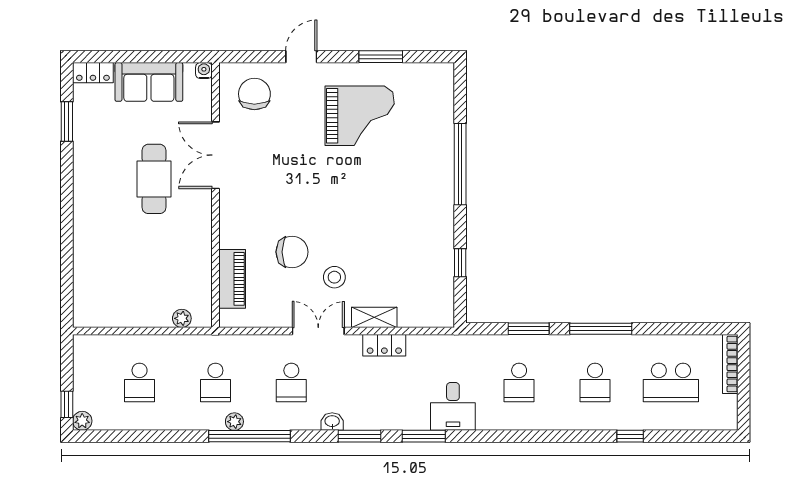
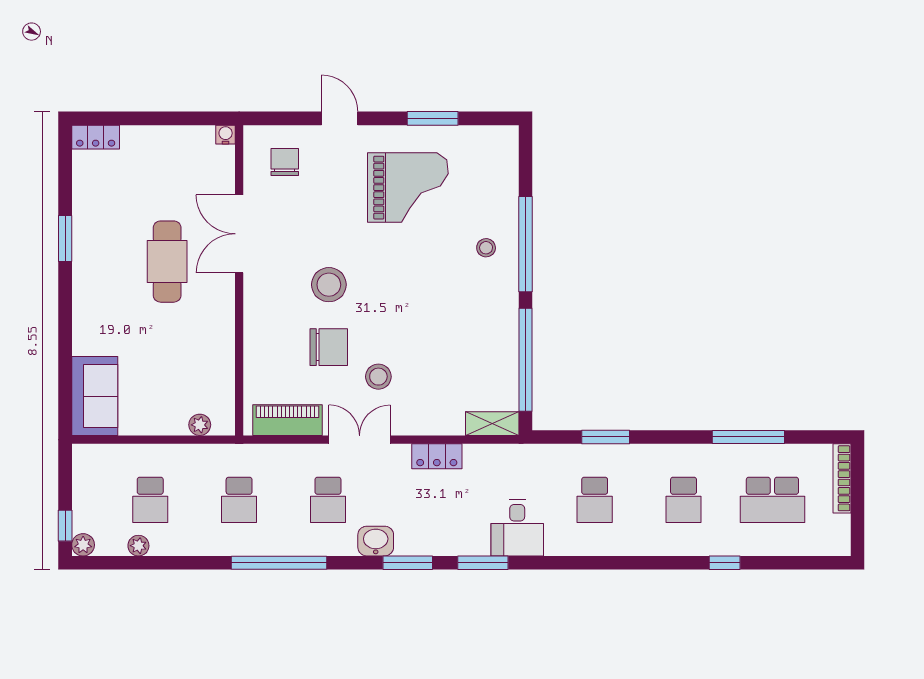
door: (301, 57) -> (340, 118), hinge flipped
sofa: (149, 82) -> (95, 396), moved, turned -90
chair: (254, 94) -> (285, 162), width x0.73, depth x0.73
window: (67, 121) -> (65, 239), moved
stool: (426, 167) -> (486, 248), added
stool: (292, 199) -> (329, 285), added
window: (460, 263) -> (526, 360), width x3.17
piano: (232, 279) -> (287, 420), moved, turned -90
shelving: (374, 317) -> (492, 424), moved
window: (601, 329) -> (748, 437), moved
plant: (234, 422) -> (138, 546), moved
washbasin: (332, 422) -> (376, 541), width x1.38, depth x1.45

